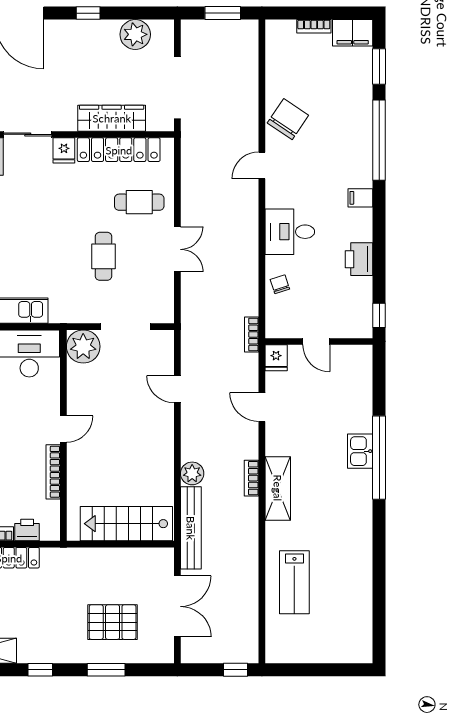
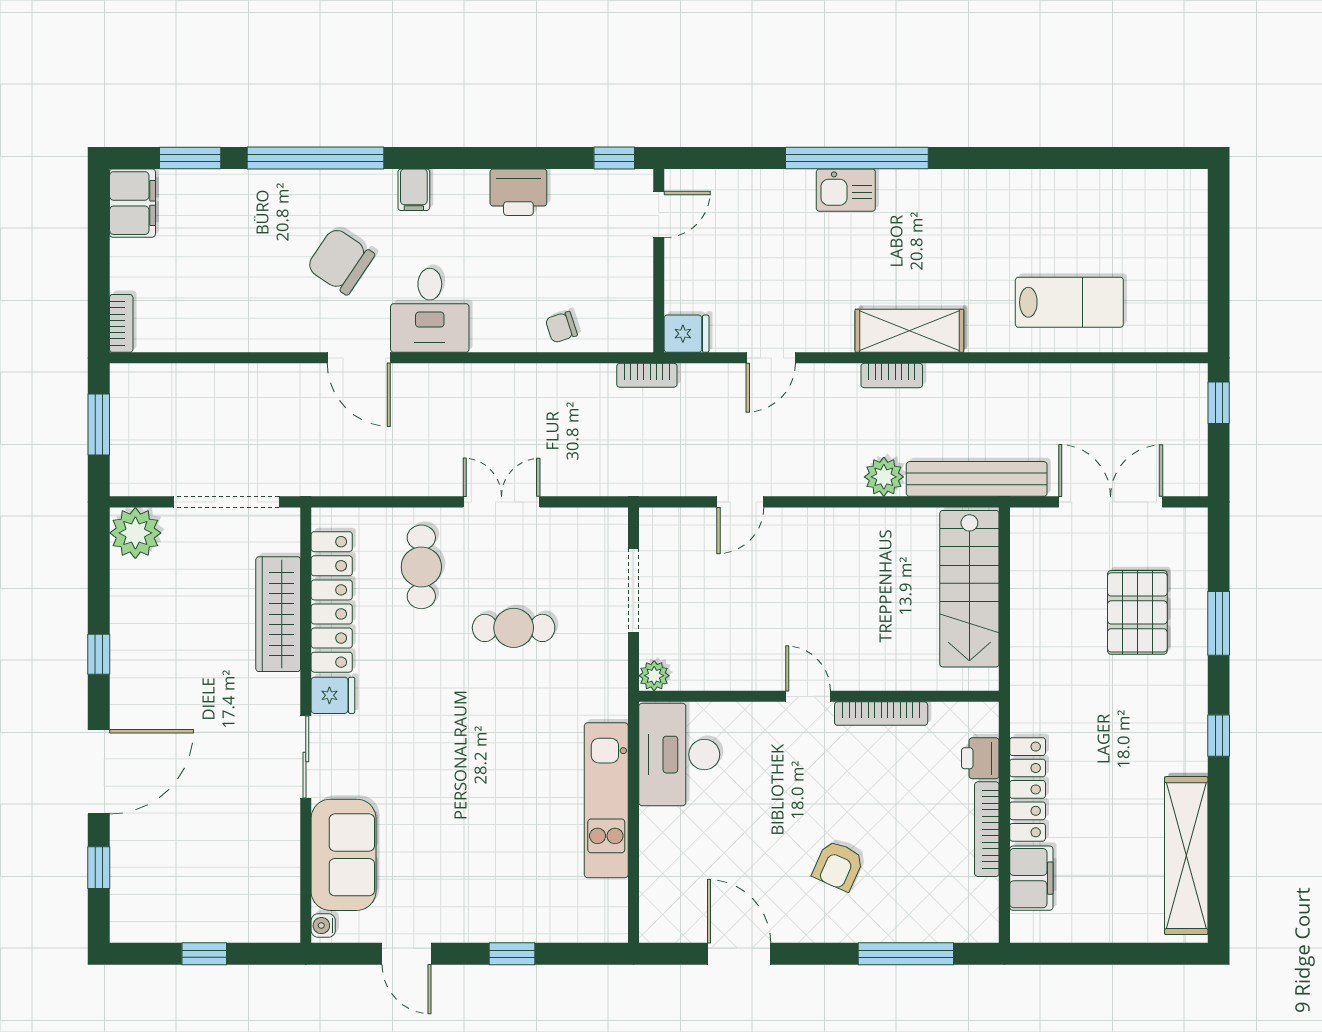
bookcase: (314, 26) -> (121, 323), moved
plant: (135, 34) -> (135, 533), moved
chair: (288, 119) -> (340, 261), moved
door: (262, 166) -> (359, 358), width x1.38
desk: (290, 232) -> (430, 310), moved
door: (316, 341) -> (659, 215), moved
plant: (83, 346) -> (654, 676), width x0.53, depth x0.53

